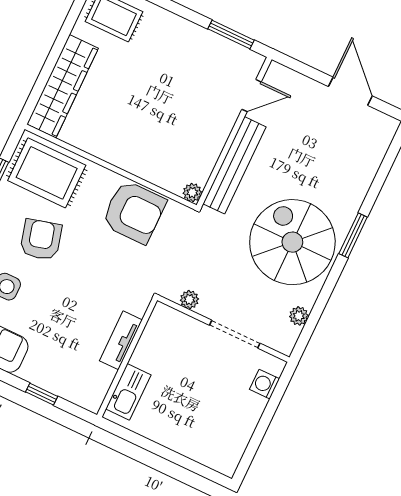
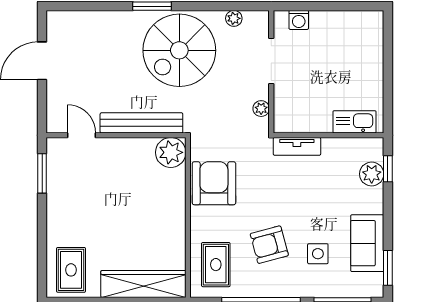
rug: (47, 173) -> (216, 265), width x0.73, depth x0.70
plant: (192, 193) -> (171, 152), width x1.87, depth x1.87
tv unit: (121, 340) -> (297, 146), moved
plant: (64, 384) -> (372, 174), added
window: (42, 394) -> (388, 169), moved

